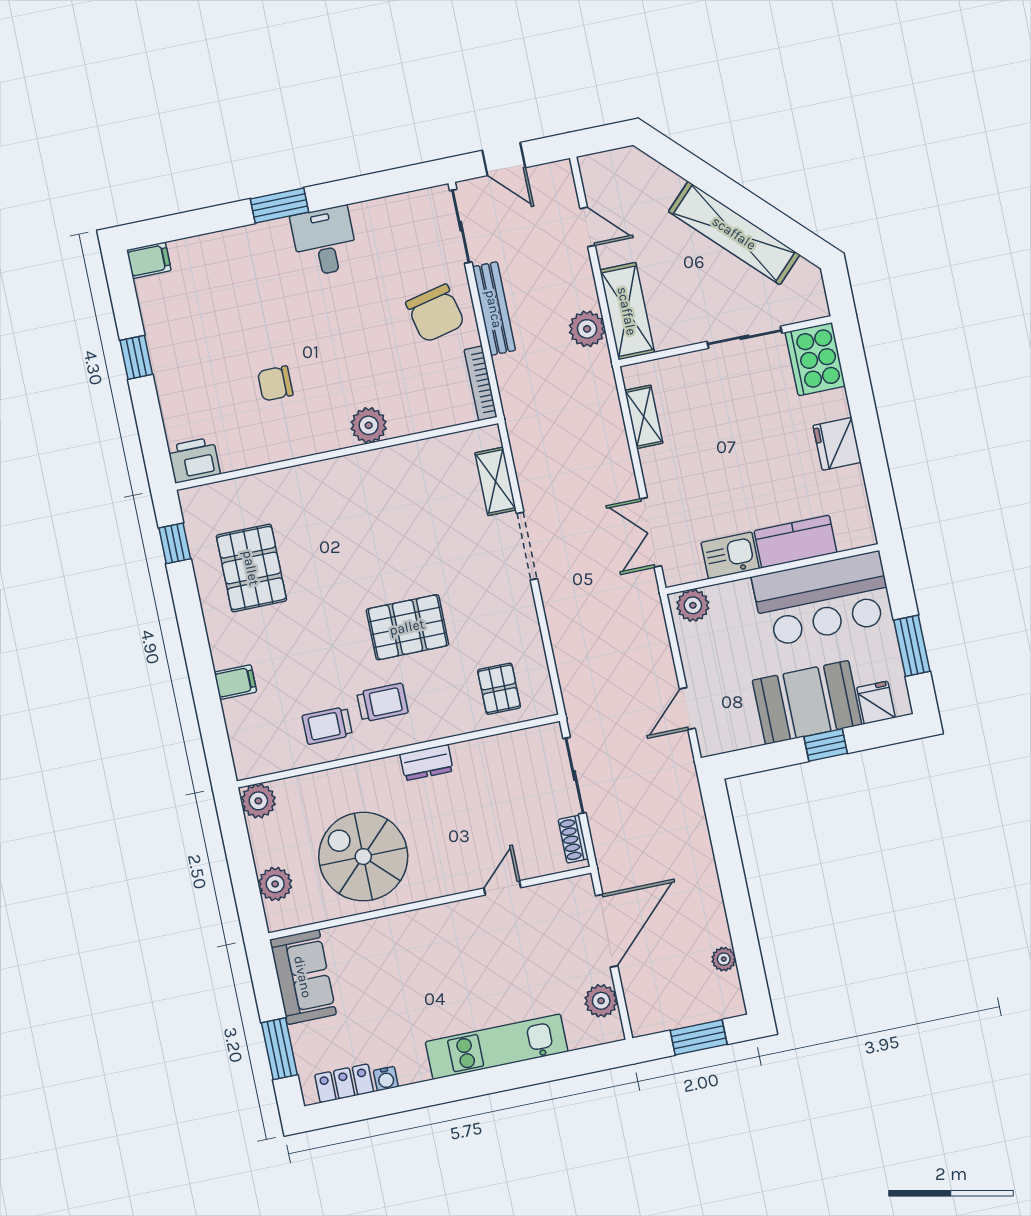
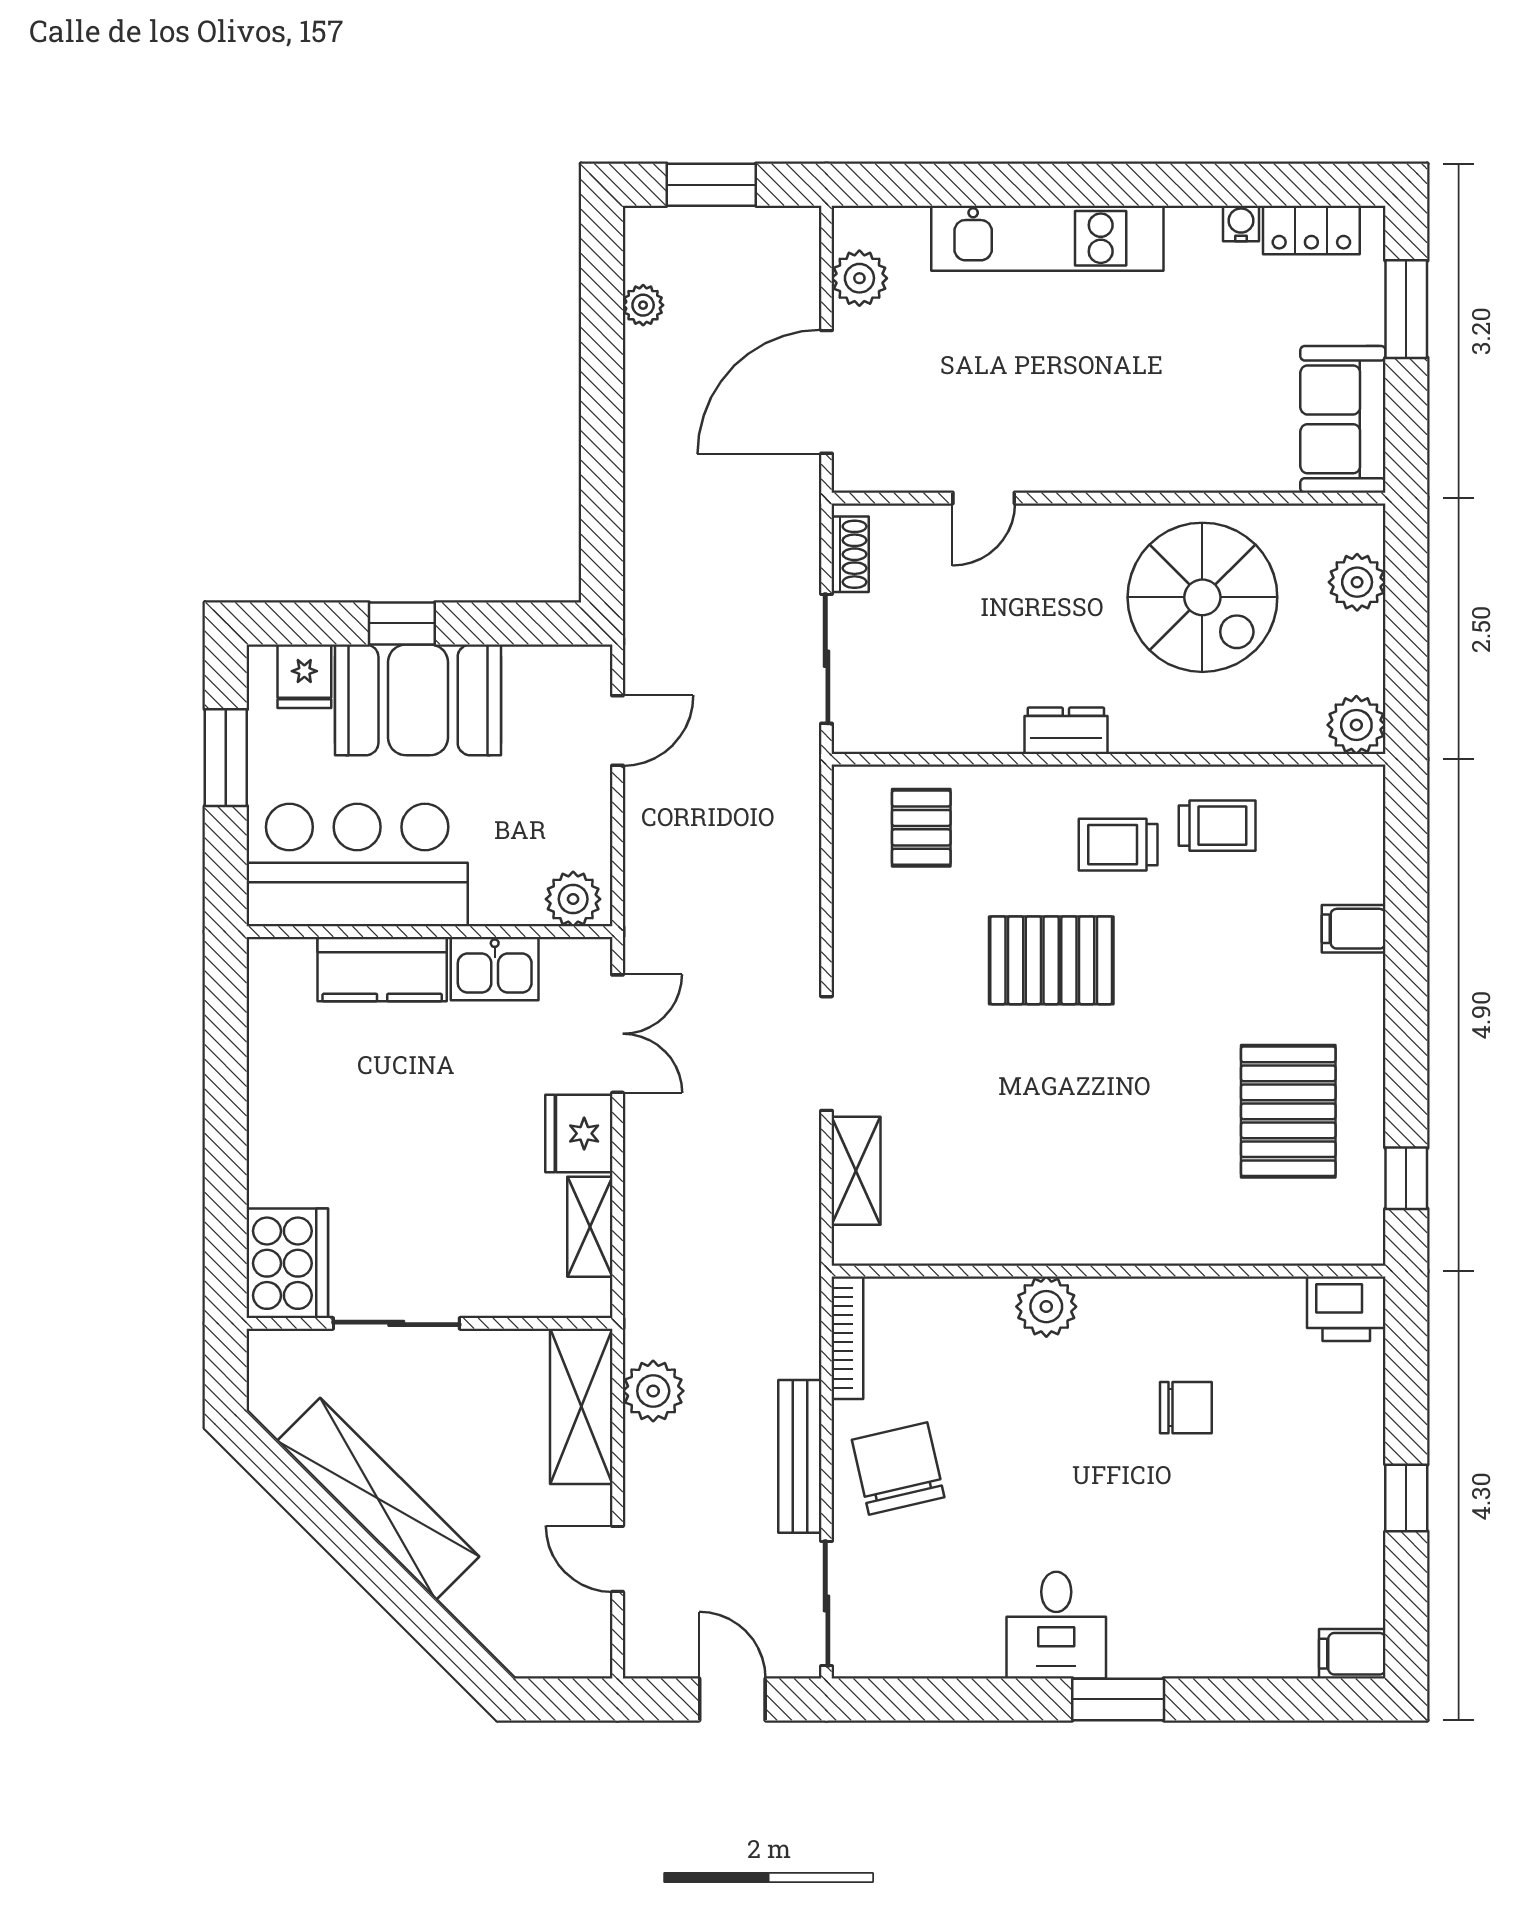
fridge: (837, 444) -> (579, 1133), moved, turned 180

